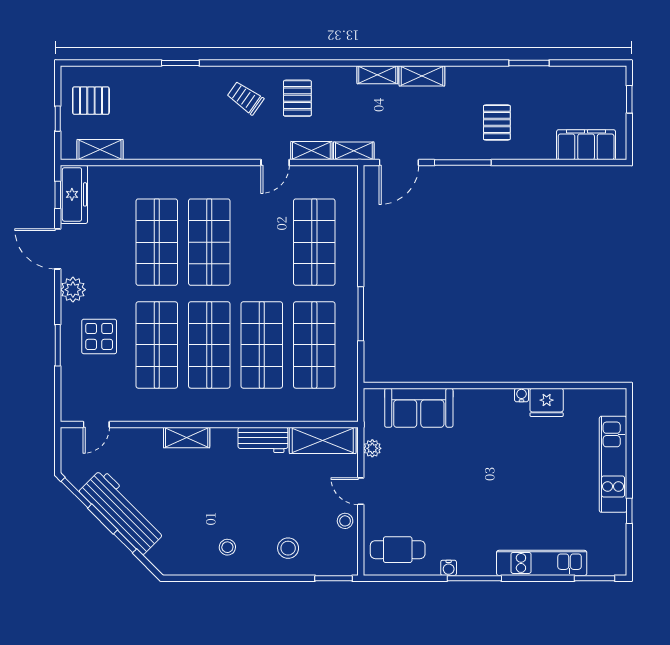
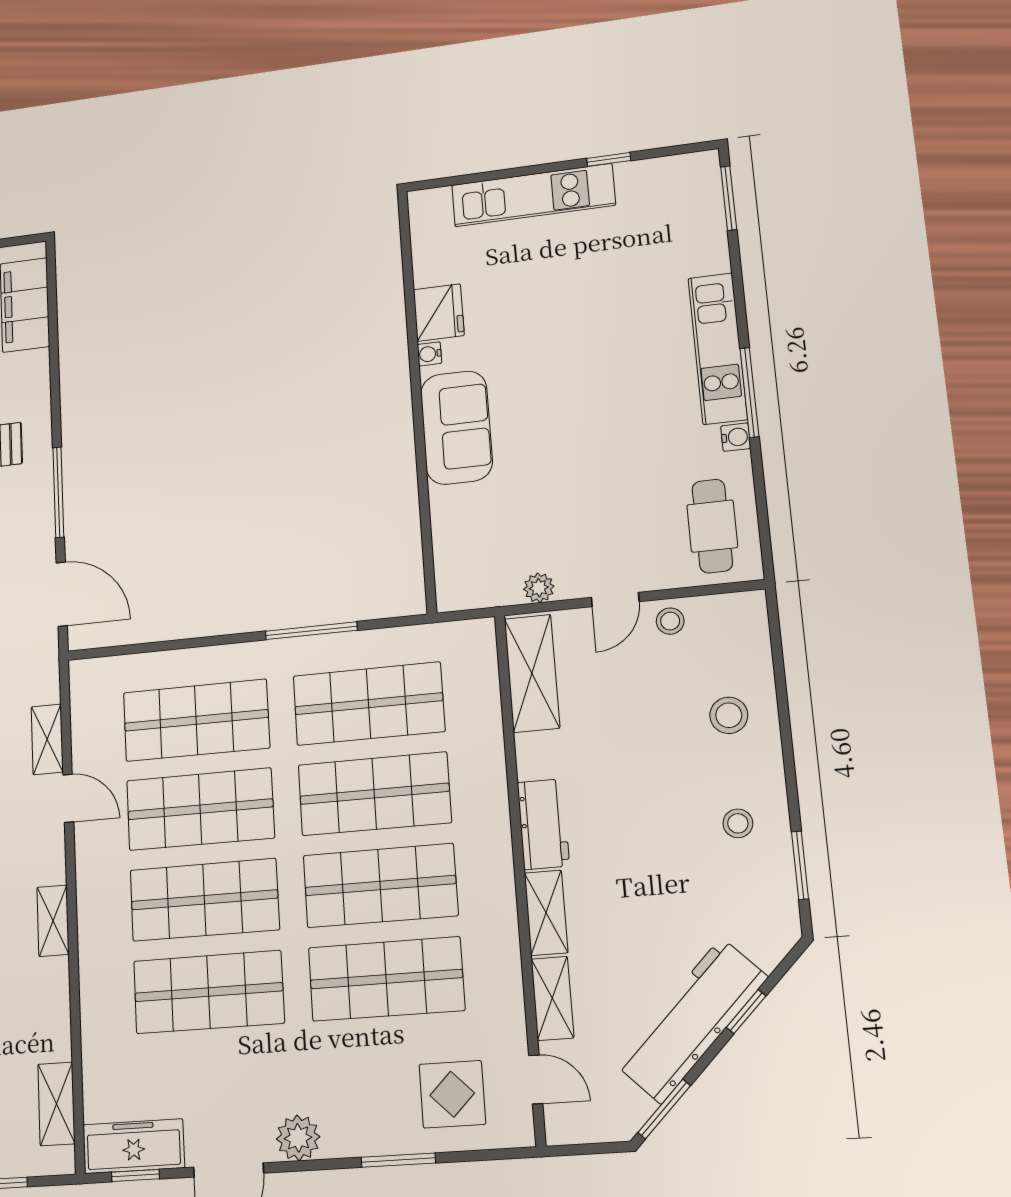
shelving: (354, 151) -> (53, 921), moved
shop shelf: (262, 242) -> (200, 809), added
display table: (99, 336) -> (452, 1094), moved
sofa: (419, 408) -> (456, 428), moved
shelving: (139, 437) -> (552, 998), added
workbench: (263, 440) -> (543, 824), moved
kitchen unit: (542, 563) -> (718, 348), moved
window: (334, 578) -> (800, 865), moved

